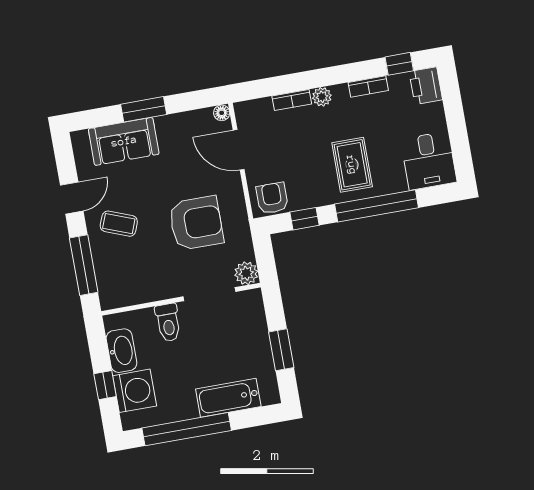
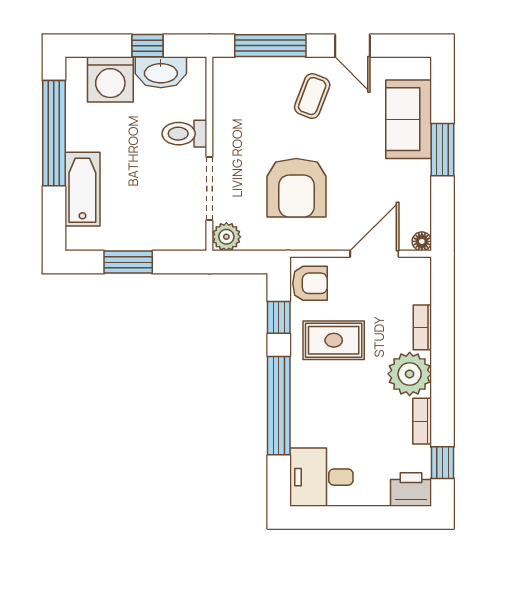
plant: (322, 97) -> (410, 374), width x1.87, depth x1.87
rug: (352, 165) -> (334, 340), moved
window: (105, 385) -> (148, 46), moved

